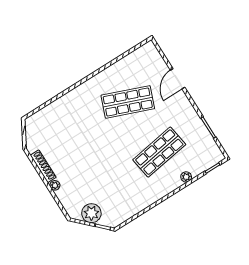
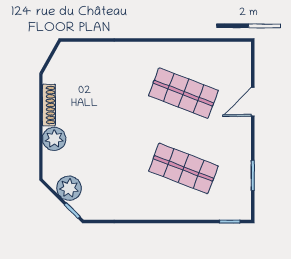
shop shelf: (159, 152) -> (183, 168), turned 30
plant: (186, 177) -> (195, 213), removed
plant: (55, 185) -> (54, 139), width x1.88, depth x1.88

